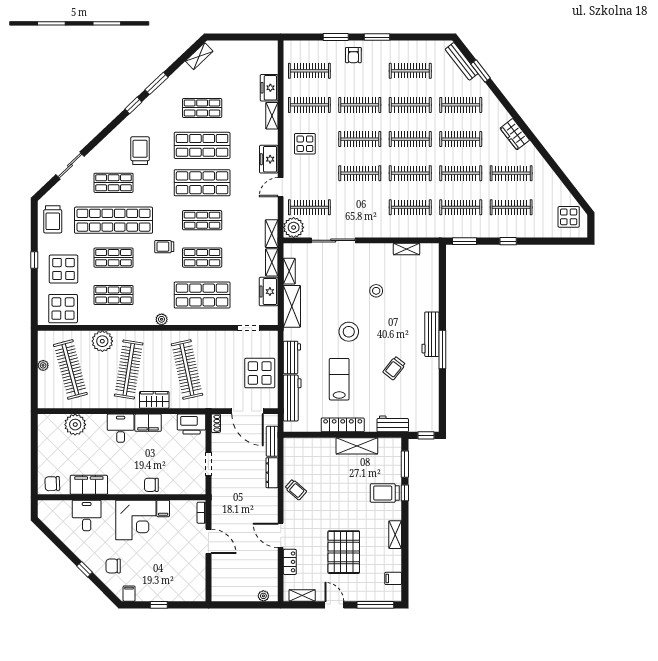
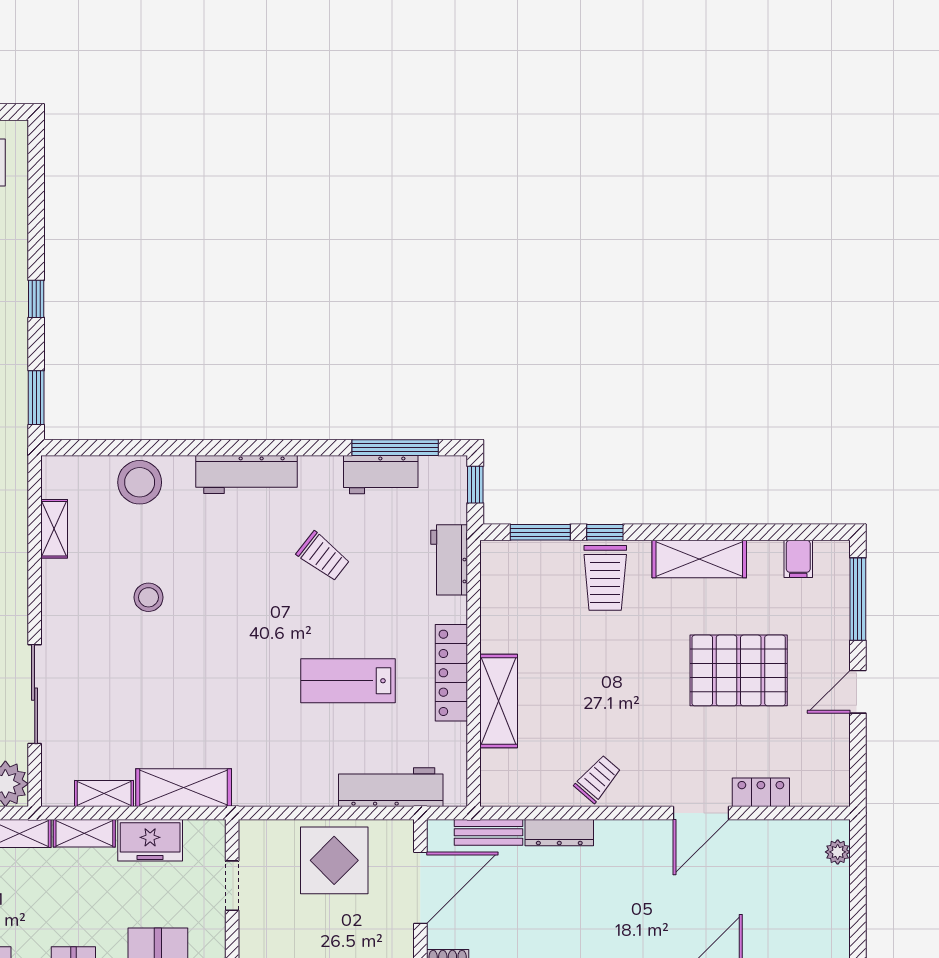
stool: (349, 332) -> (140, 482), moved
window: (442, 349) -> (395, 448), moved
workbench: (292, 357) -> (381, 475), moved, turned 180
shelving: (357, 446) -> (499, 701), moved
shelving: (395, 535) -> (699, 559), width x1.50, depth x1.33
shelving: (302, 595) -> (837, 765), removed

